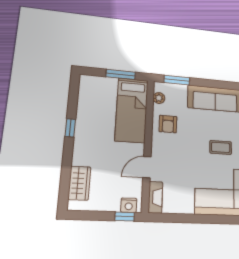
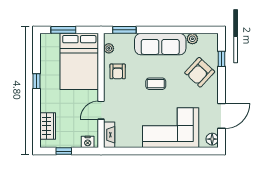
window: (121, 74) -> (63, 30), moved
bed: (132, 110) -> (79, 61), width x1.50
coffee table: (221, 147) -> (156, 84), moved
window: (125, 217) -> (64, 151), moved

